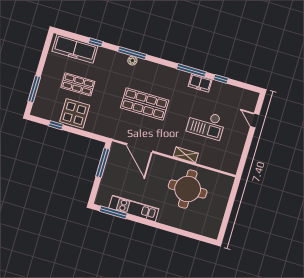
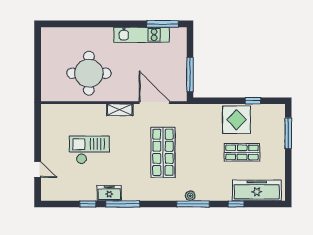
shop shelf: (145, 104) -> (163, 152), turned 90
shelving: (186, 155) -> (120, 110), moved

